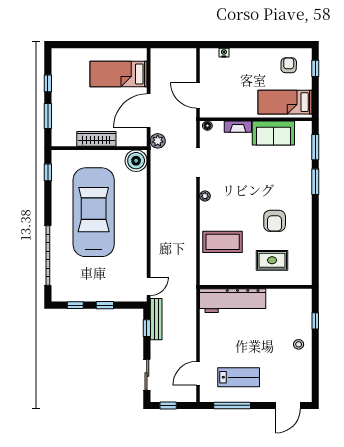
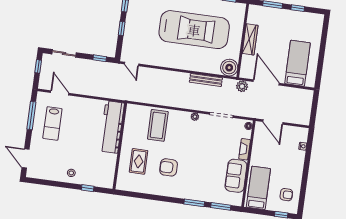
door: (198, 95) -> (273, 122), swing flipped
bench: (156, 319) -> (206, 80), moved

